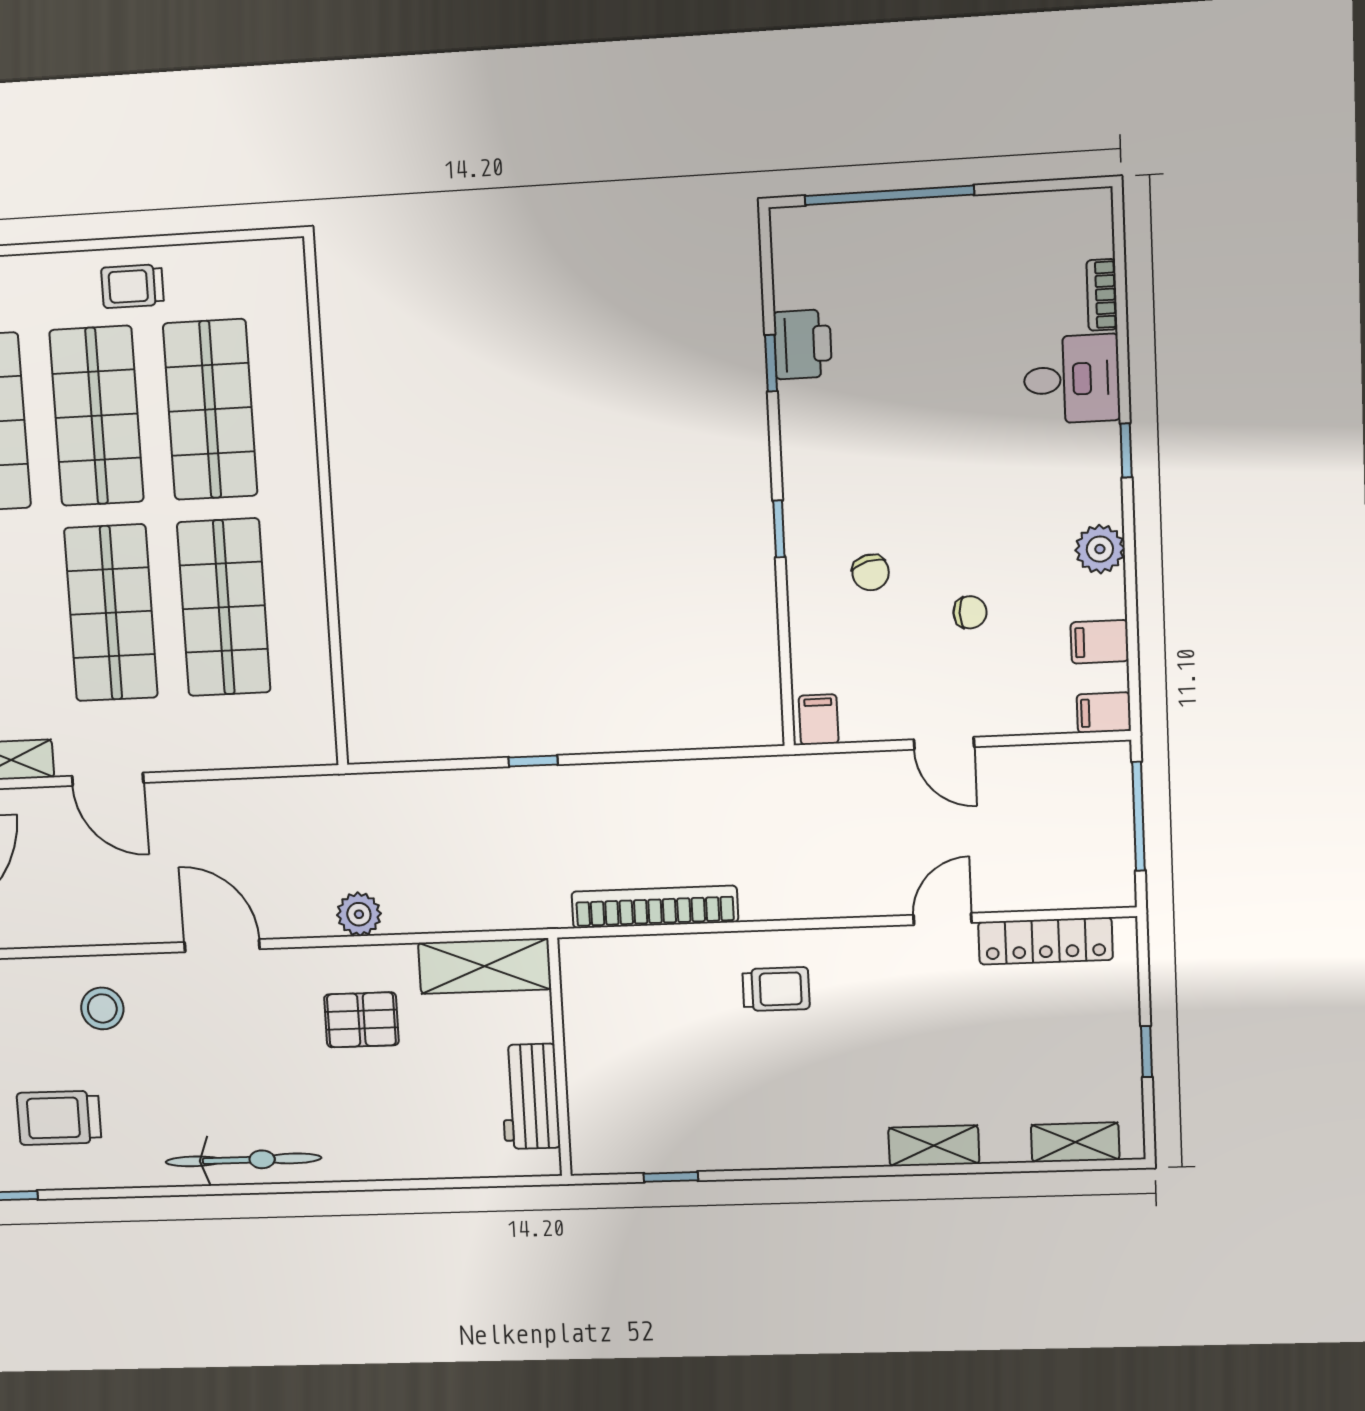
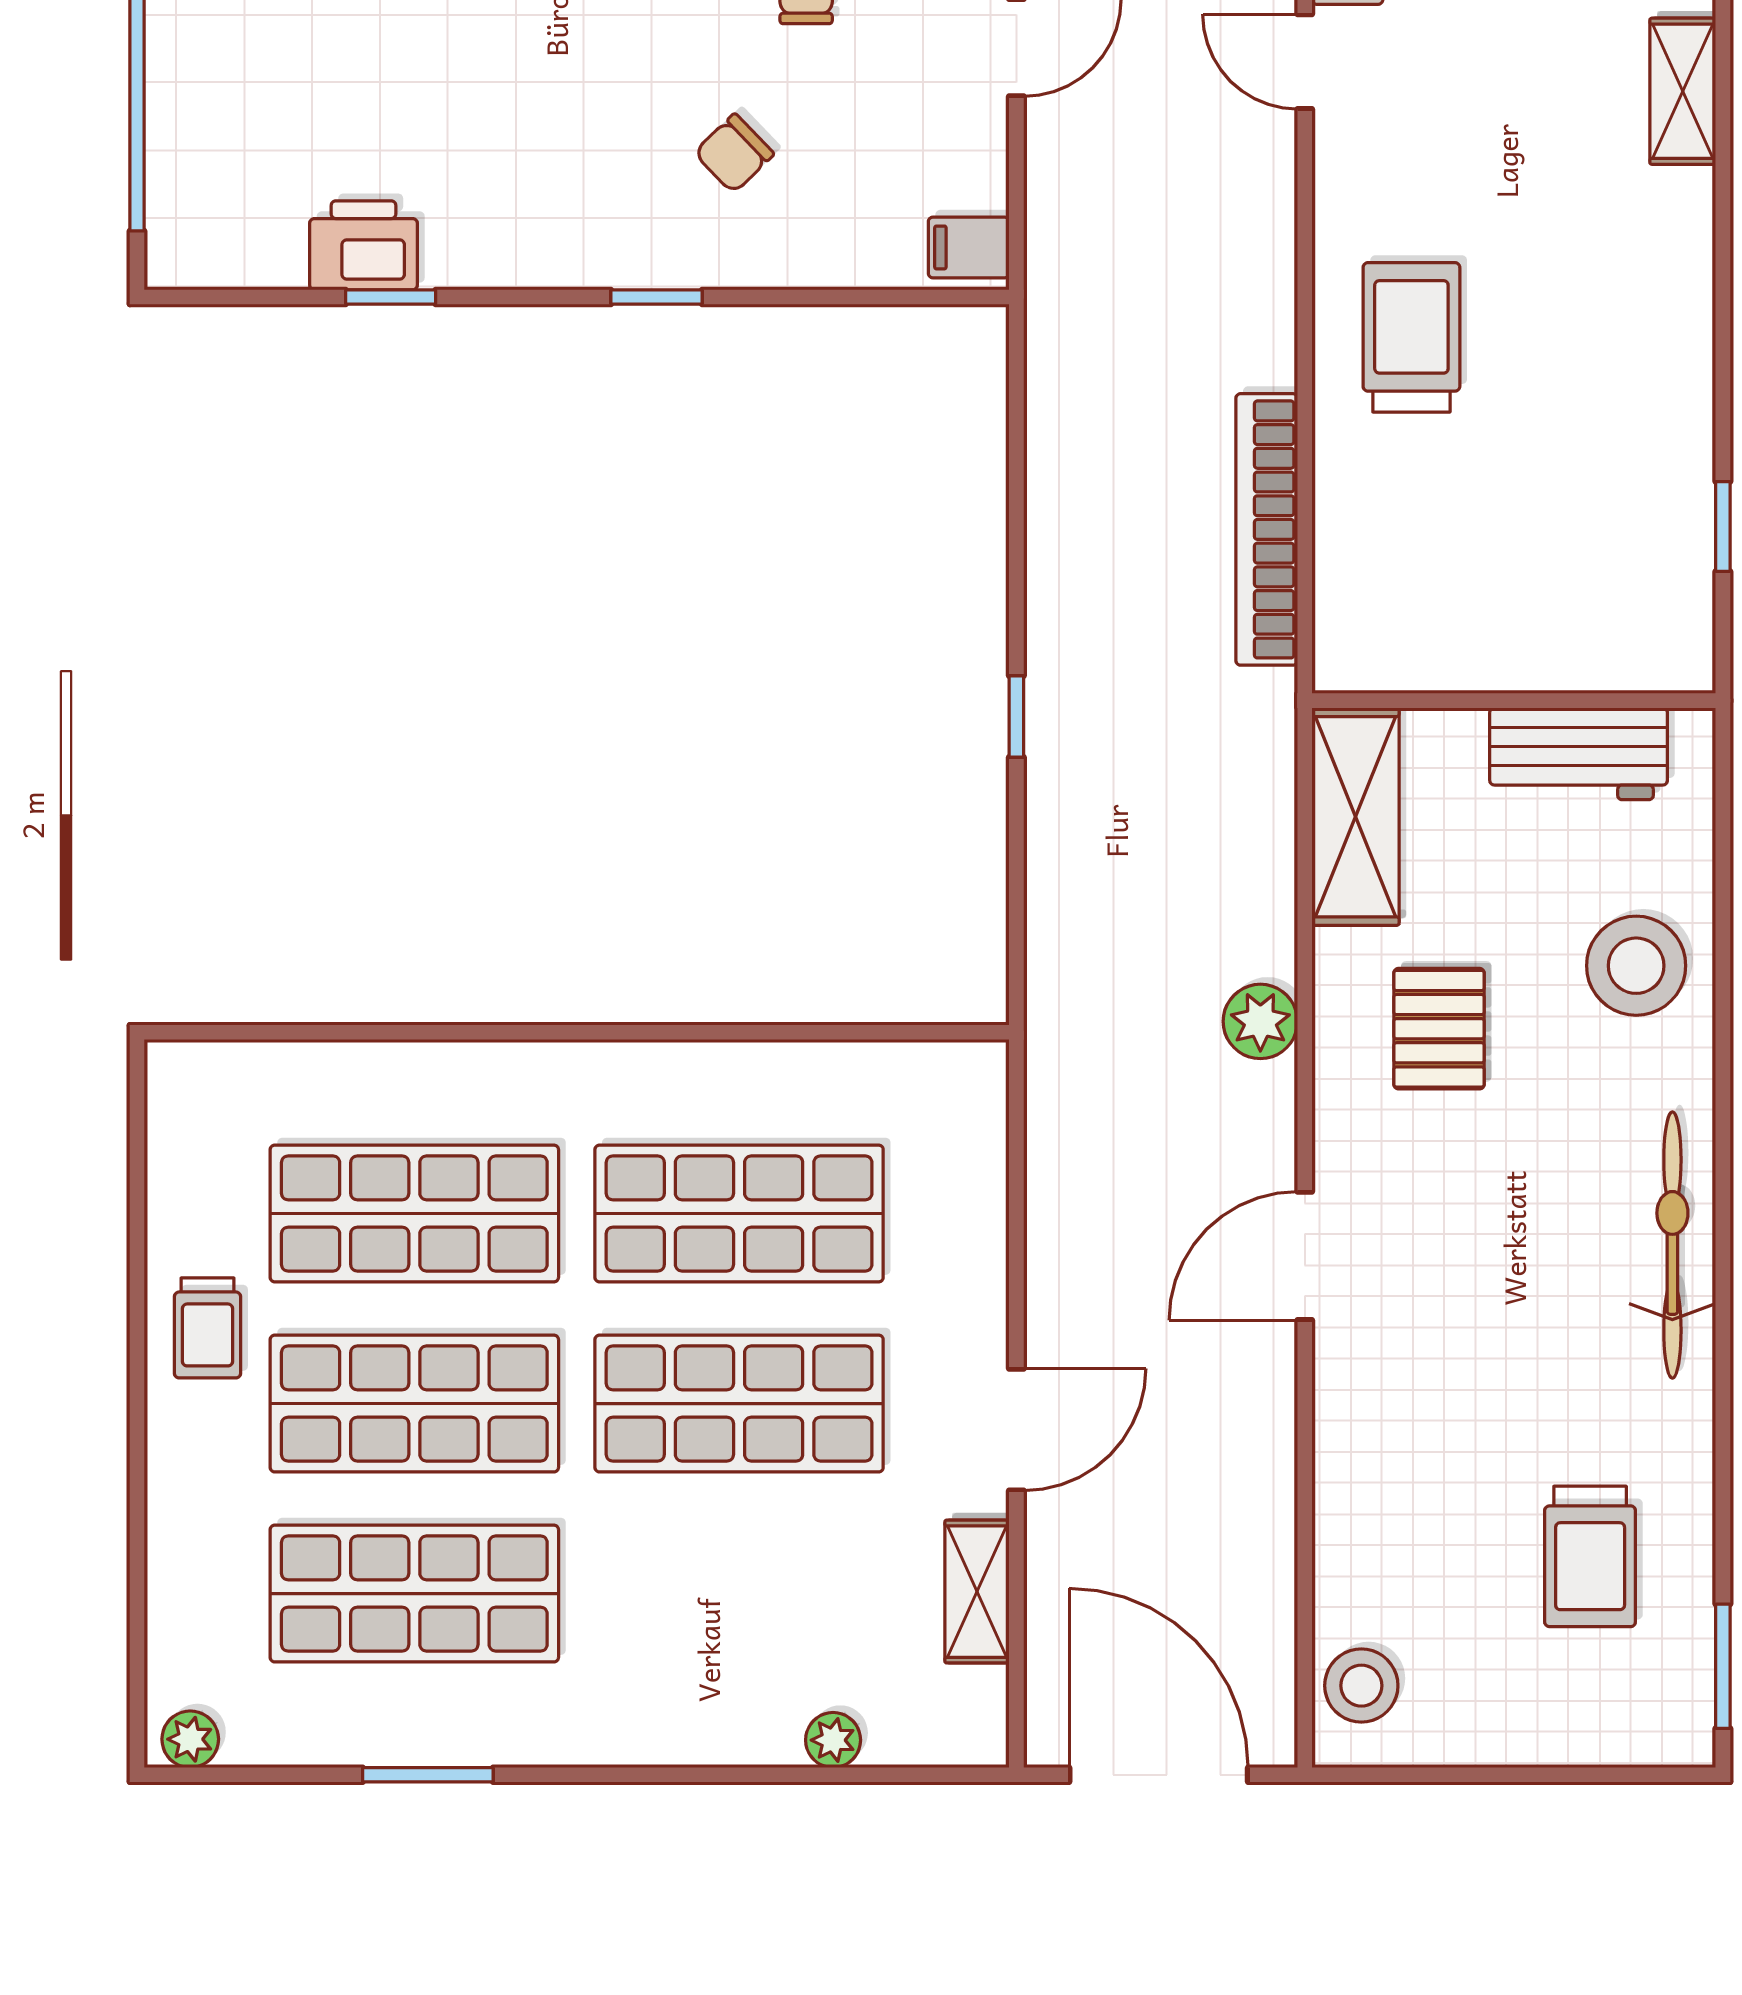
chair: (871, 572) -> (734, 153), turned 151
trolley: (776, 989) -> (1411, 337), width x1.36, depth x1.39
stool: (102, 1008) -> (1636, 966), moved, width x1.38, depth x1.38

